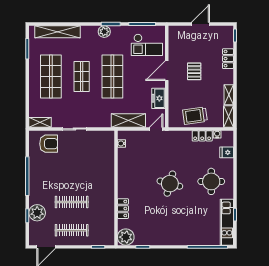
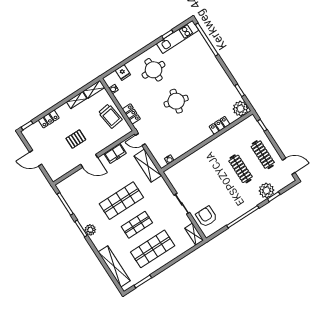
checkout: (147, 45) -> (79, 190), removed
locker: (202, 136) -> (131, 114), moved

